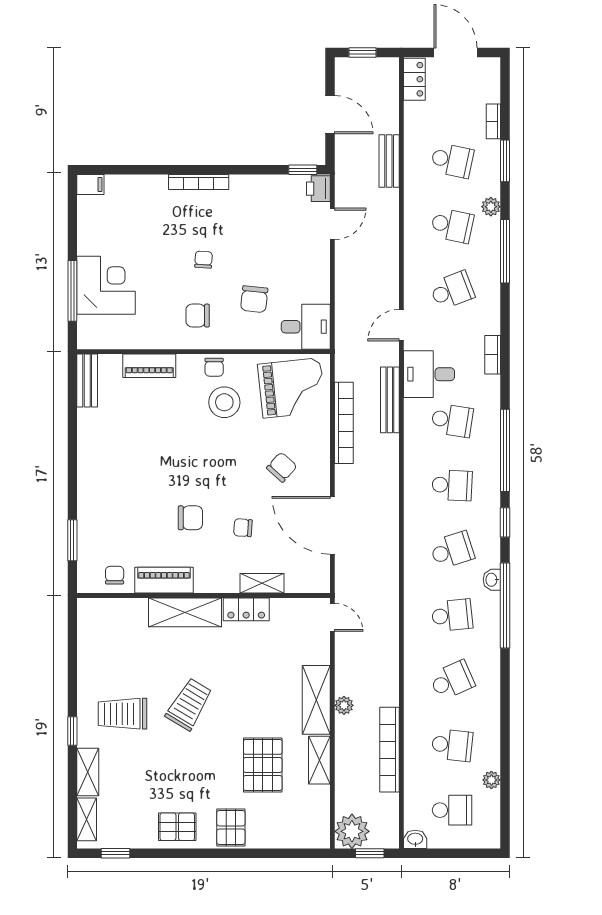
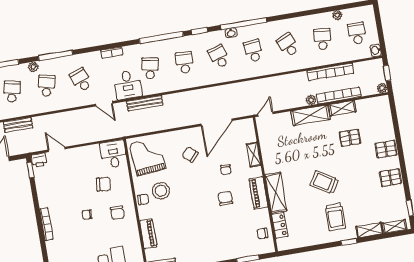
bookcase: (344, 423) -> (339, 95), moved
piano: (164, 580) -> (258, 193), moved
locker: (246, 609) -> (280, 225), moved
pallet: (263, 765) -> (350, 138), width x0.67, depth x0.71
pallet: (177, 827) -> (390, 178), turned 90
plant: (352, 831) -> (382, 88), width x0.53, depth x0.53

